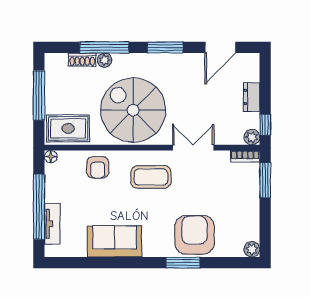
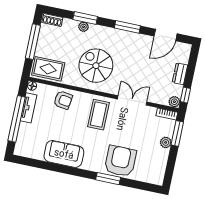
window: (104, 47) -> (85, 18), width x0.69
shoe rack: (82, 60) -> (52, 20), moved
spiral stairs: (133, 110) -> (96, 66), width x0.73, depth x0.73
armchair: (98, 167) -> (63, 100), turned -82
coffee table: (151, 177) -> (98, 115), turned 90
tv unit: (52, 224) -> (29, 108), moved
plant: (252, 249) -> (166, 142), moved

